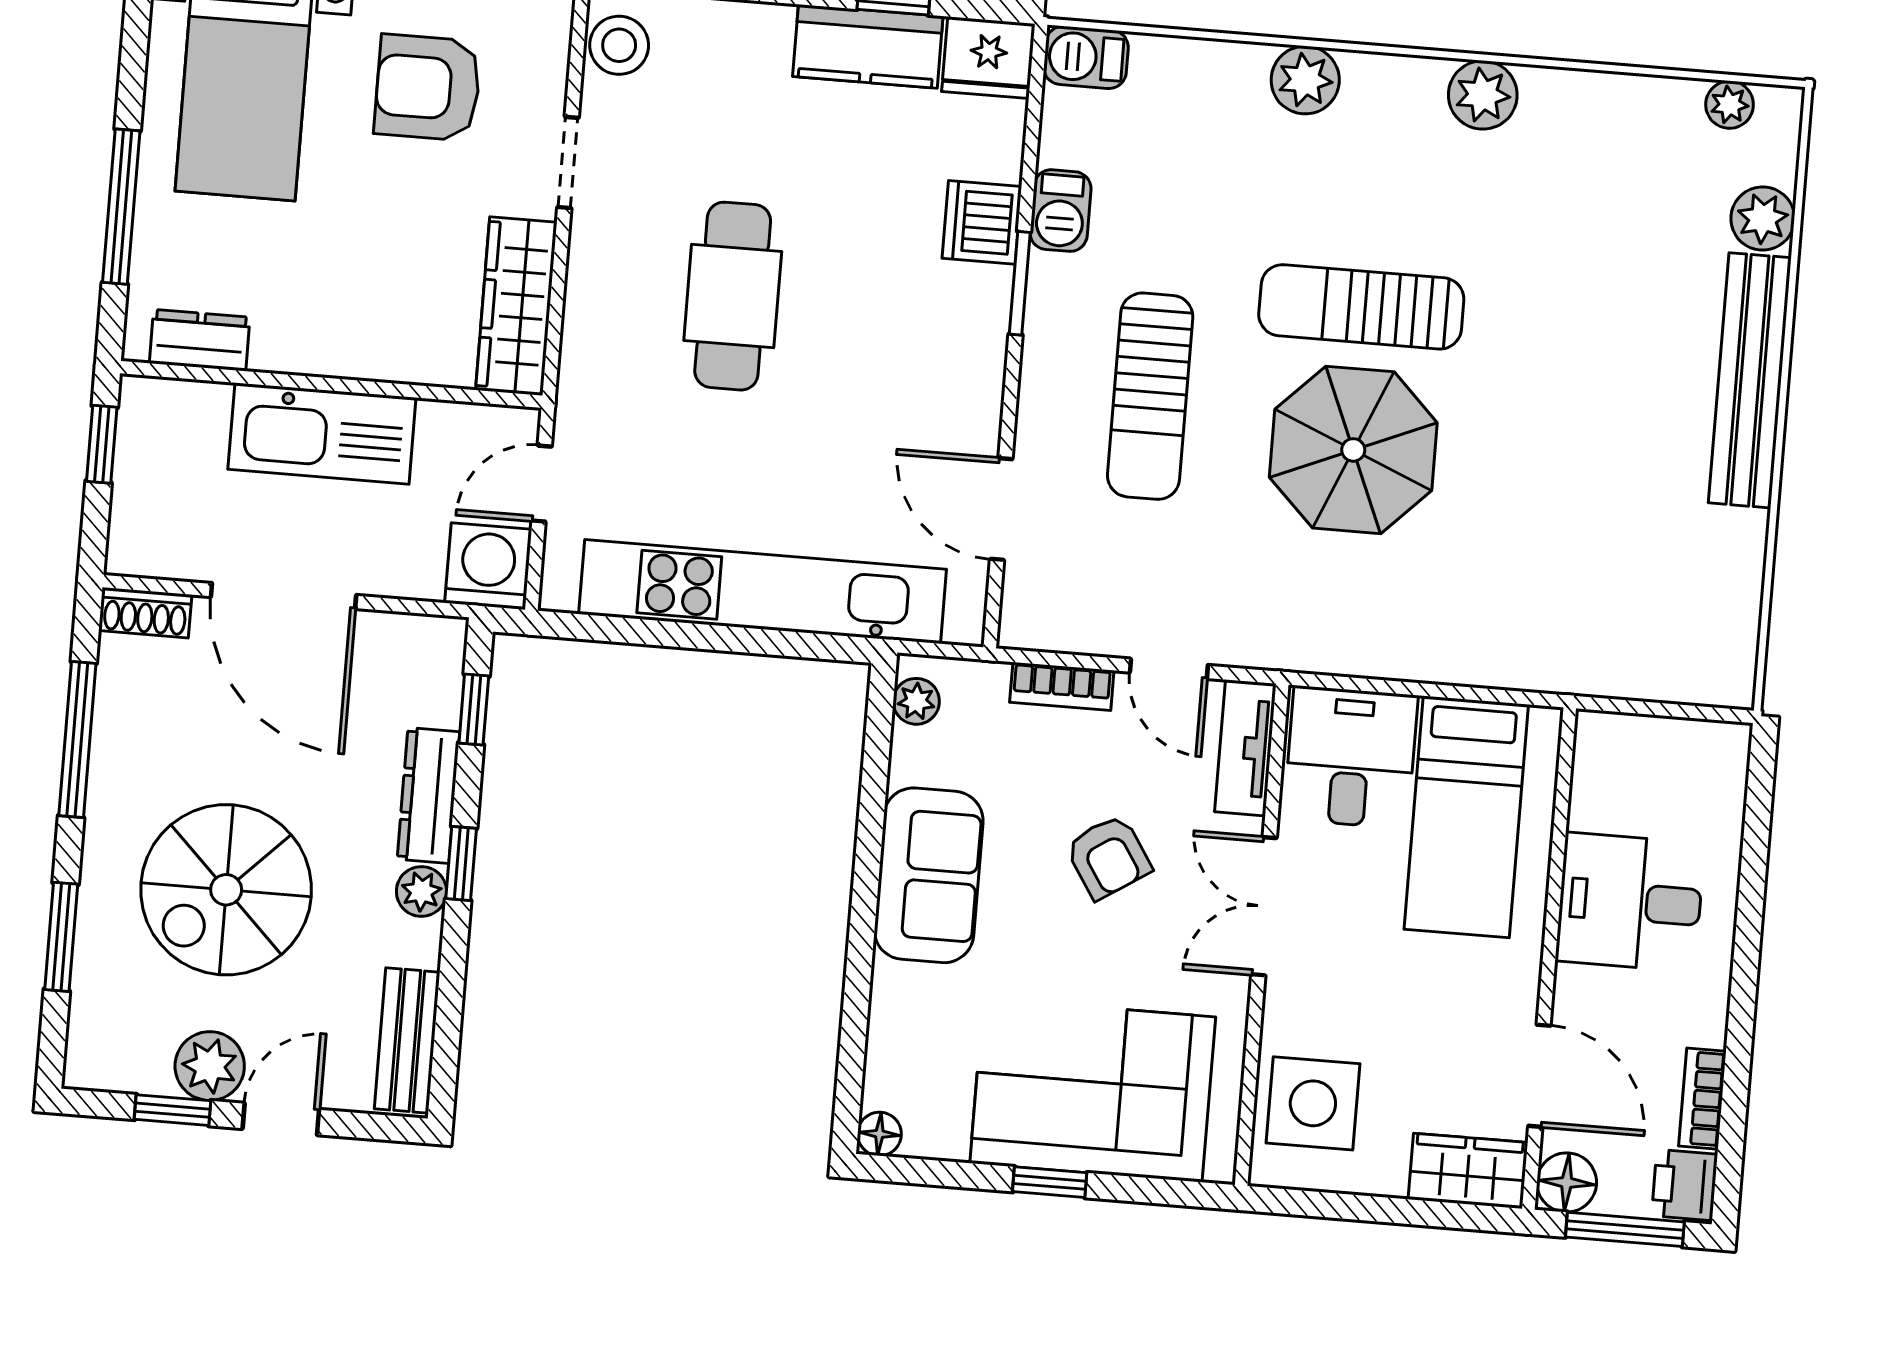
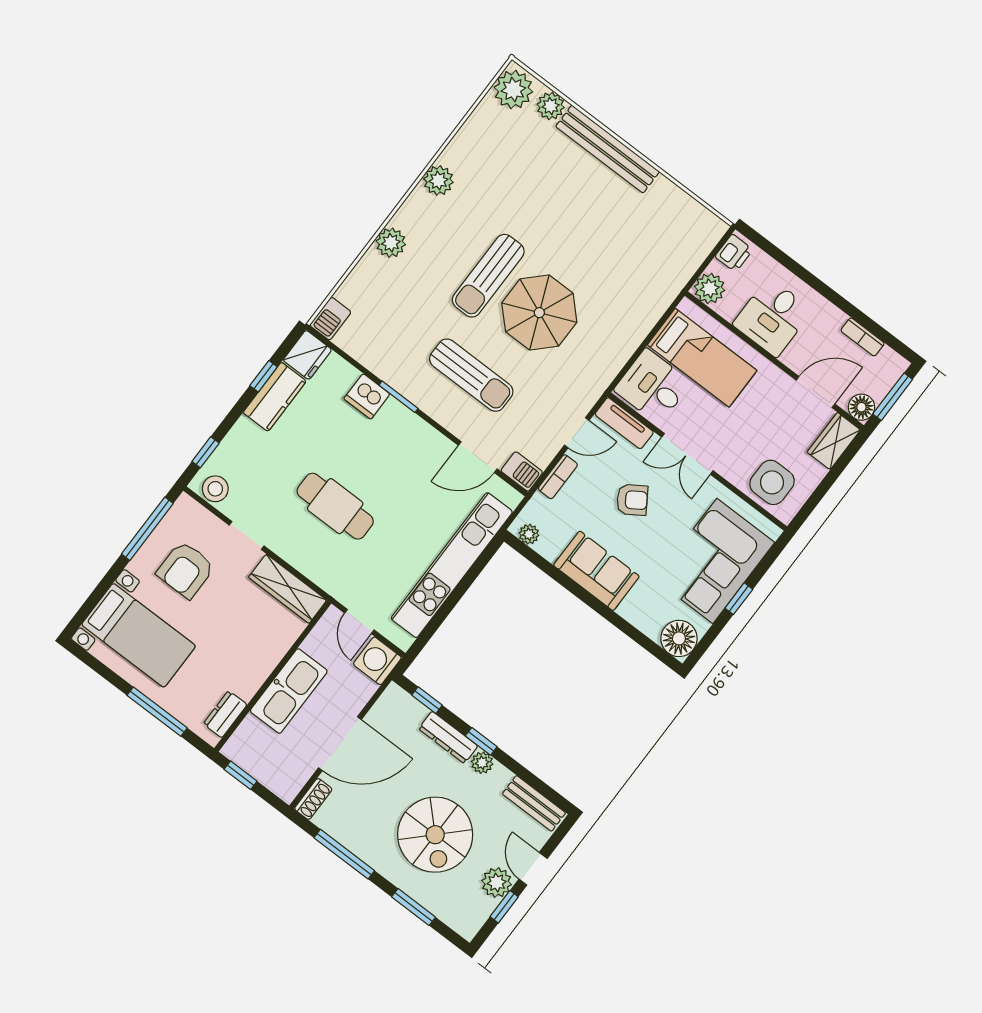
plant: (1730, 105) -> (513, 90), width x1.87, depth x1.87
barbecue: (1060, 211) -> (522, 471), moved
plant: (1608, 746) -> (710, 288), added
floor lamp: (879, 1134) -> (679, 638), width x1.89, depth x1.89
printer: (1685, 1185) -> (734, 253), moved, turned -90

